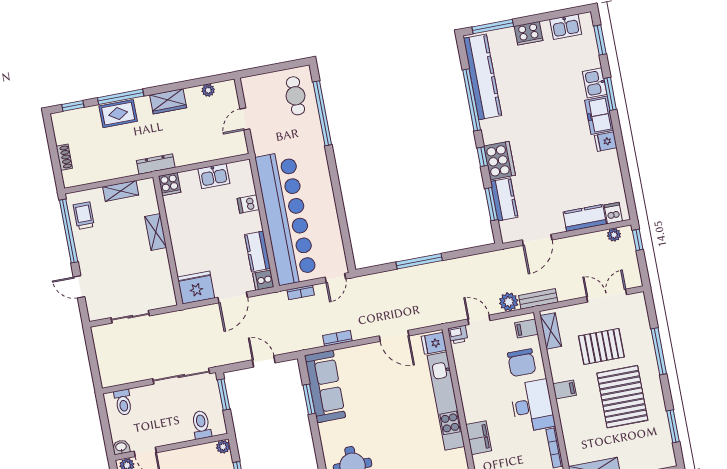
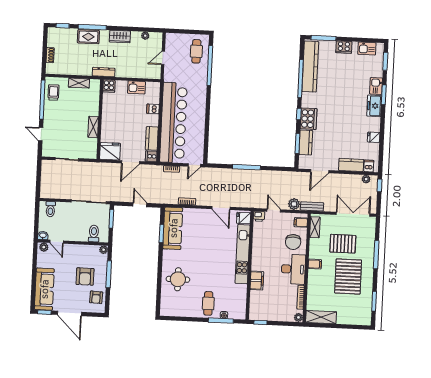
fridge: (606, 142) -> (374, 137), moved
shelving: (156, 232) -> (93, 127), moved
double door: (607, 296) -> (353, 214), width x1.37

